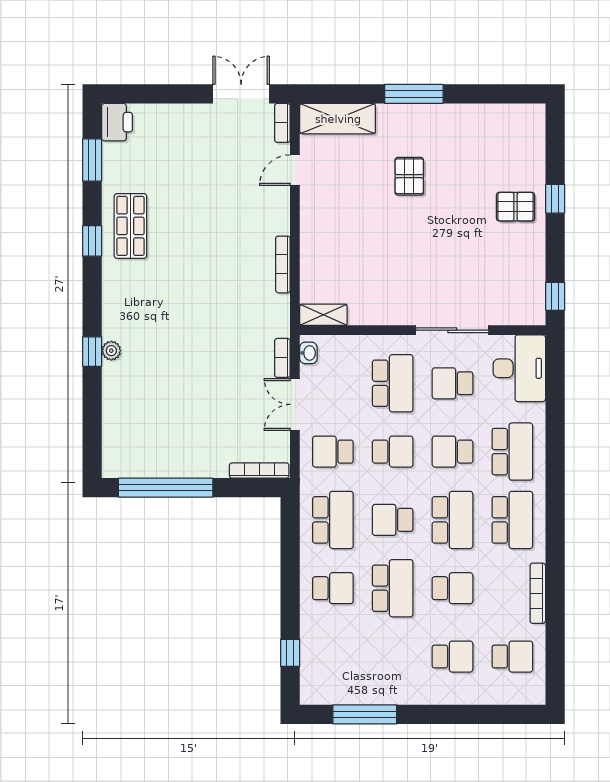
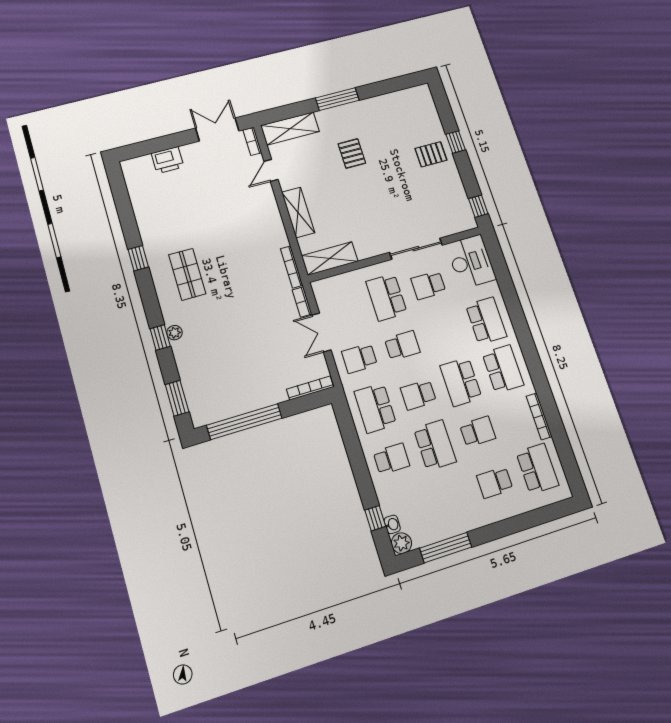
printer: (117, 122) -> (168, 160), moved, turned 90
window: (92, 160) -> (177, 398), moved
shop shelf: (130, 226) -> (187, 274), moved
shelving: (313, 238) -> (298, 212), added
bookcase: (283, 264) -> (292, 267), moved
shelving: (323, 315) -> (330, 259), width x1.50, depth x1.33
washbasin: (308, 353) -> (392, 524), moved
school desk: (393, 383) -> (387, 297), turned 180
school desk: (452, 452) -> (445, 333), removed
school desk: (333, 520) -> (375, 408), turned 180
school desk: (452, 520) -> (461, 382), turned 180
school desk: (452, 657) -> (495, 482), turned 180
school desk: (512, 657) -> (537, 469), width x1.85
plant: (312, 692) -> (401, 543), added

